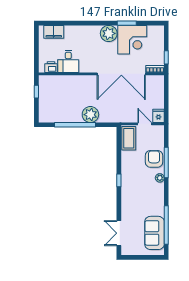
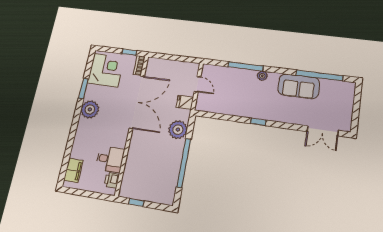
corner desk: (132, 40) -> (106, 70), moved
plant: (90, 115) -> (178, 130), moved
fridge: (158, 116) -> (185, 102), moved
door: (145, 124) -> (198, 84), swing flipped
coffee table: (129, 138) -> (211, 104), removed
armchair: (154, 159) -> (239, 79), removed
sofa: (154, 233) -> (299, 86), moved

